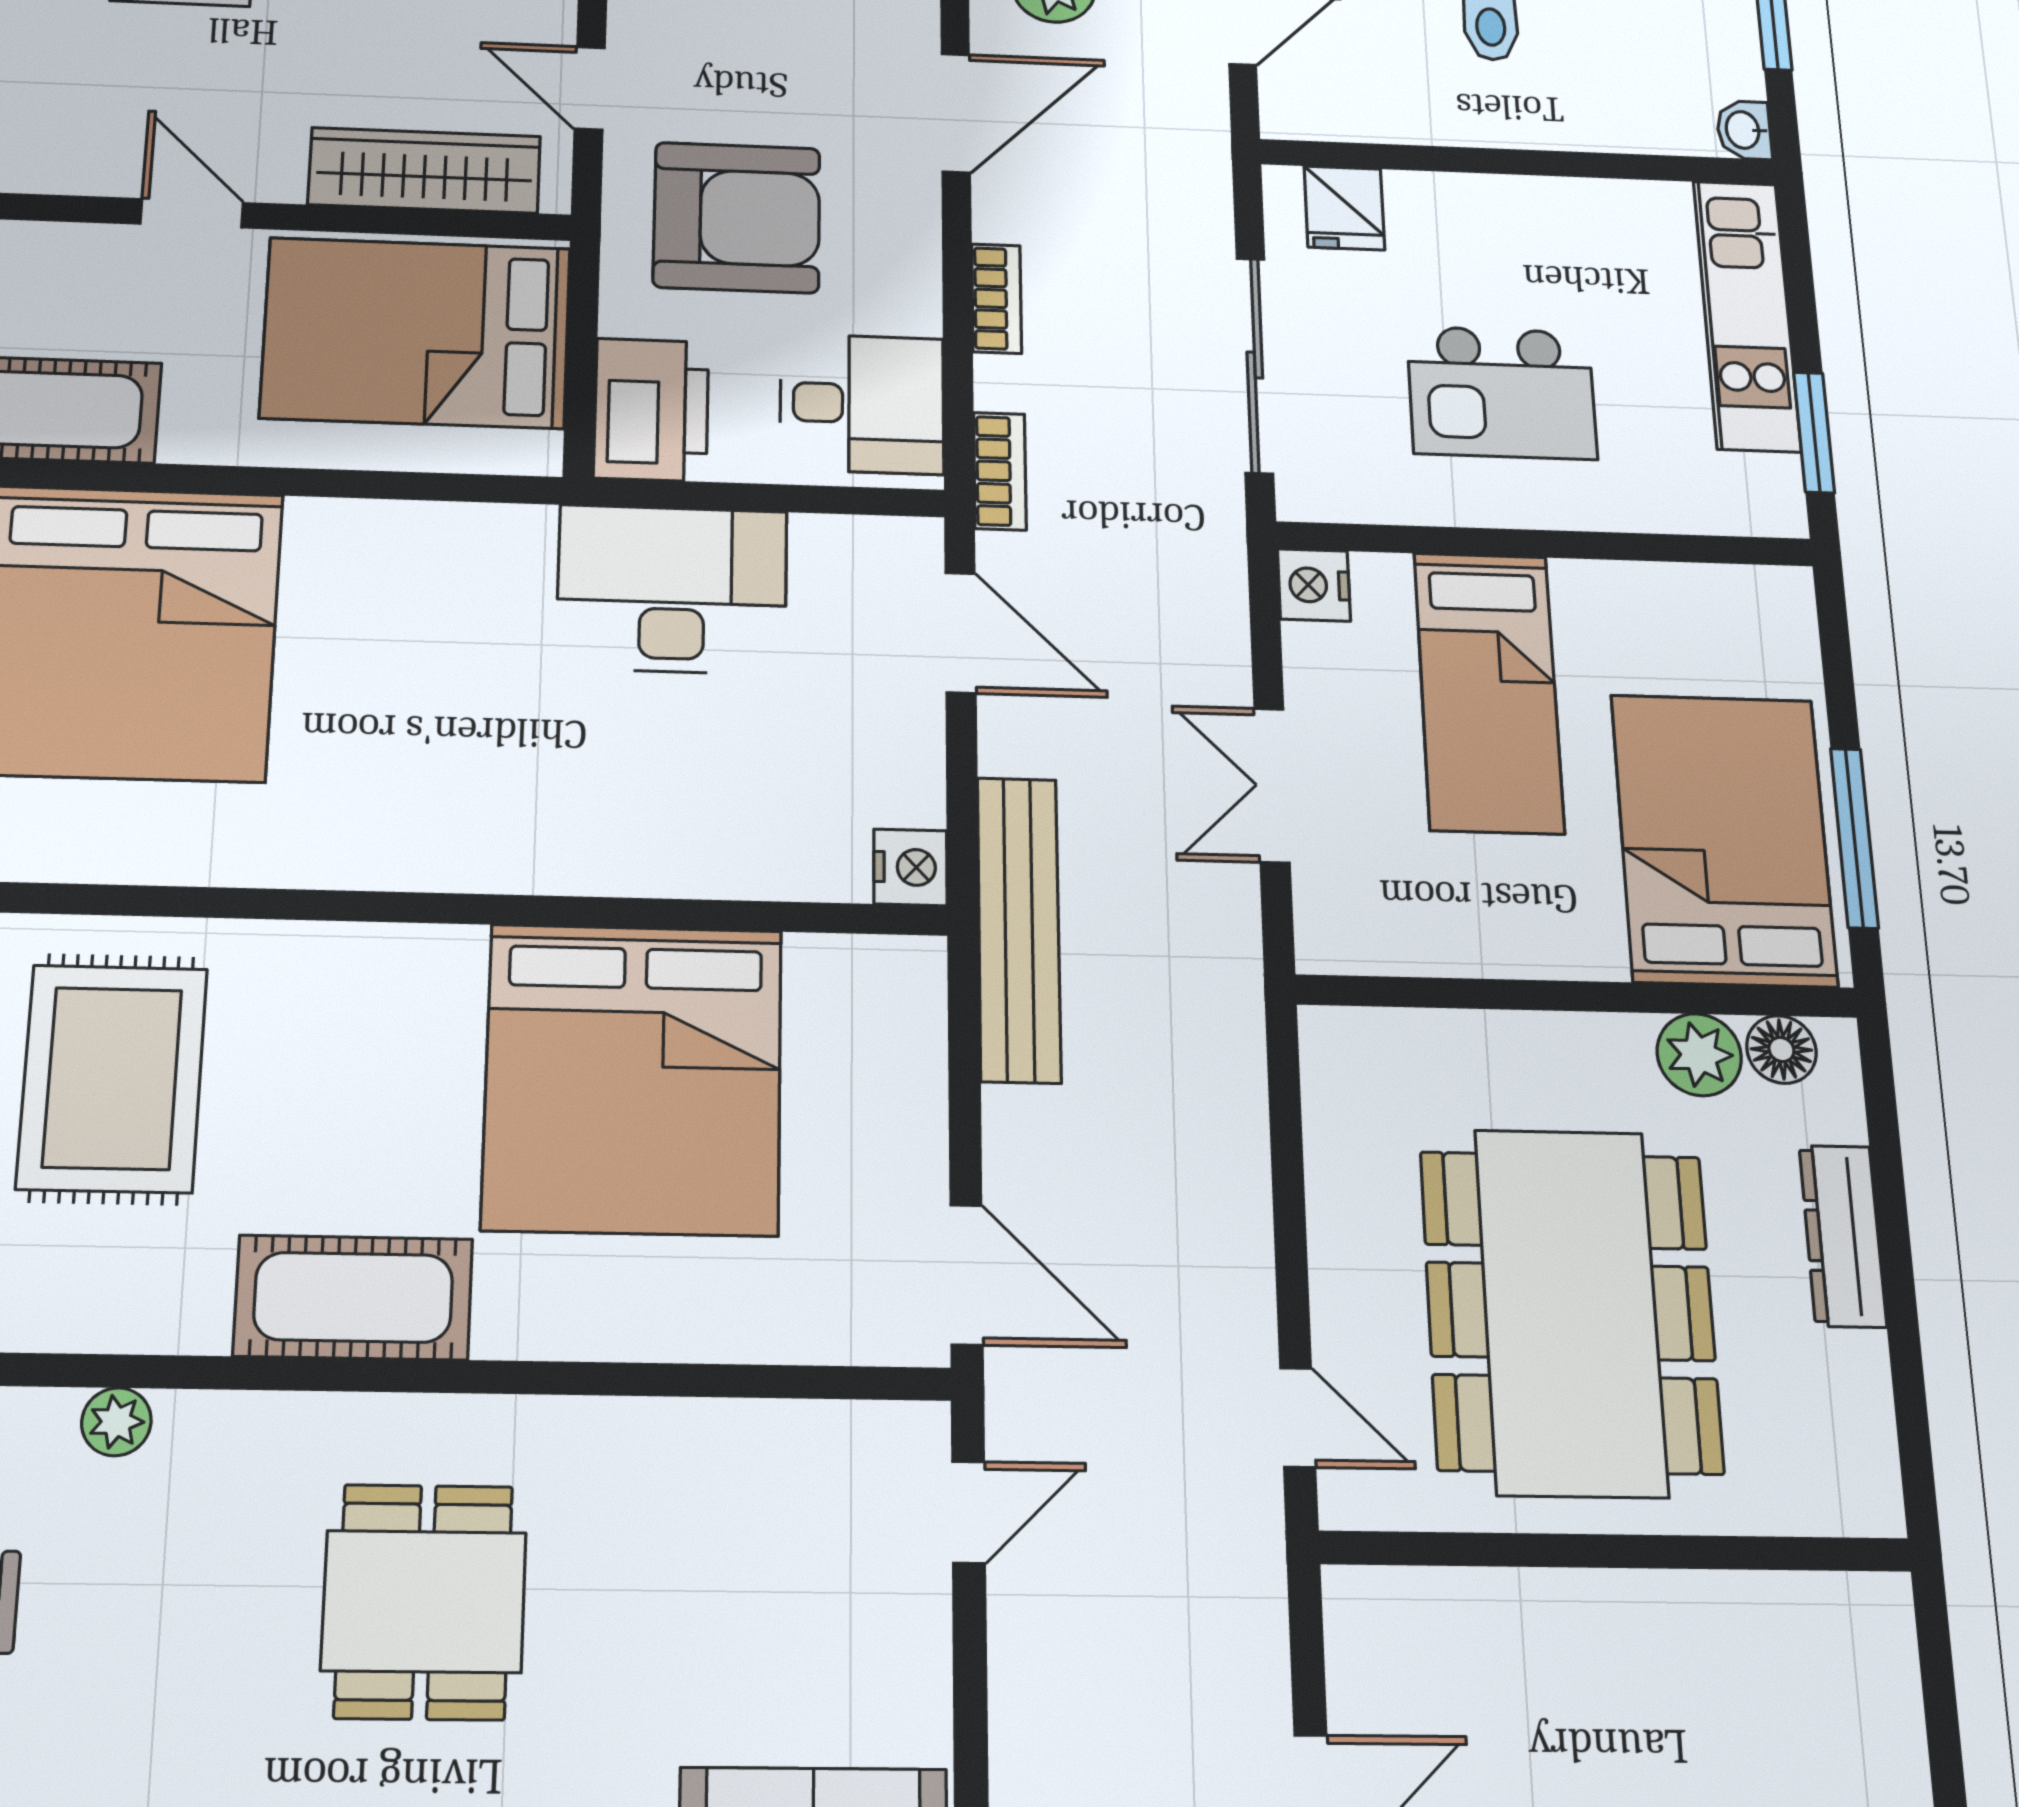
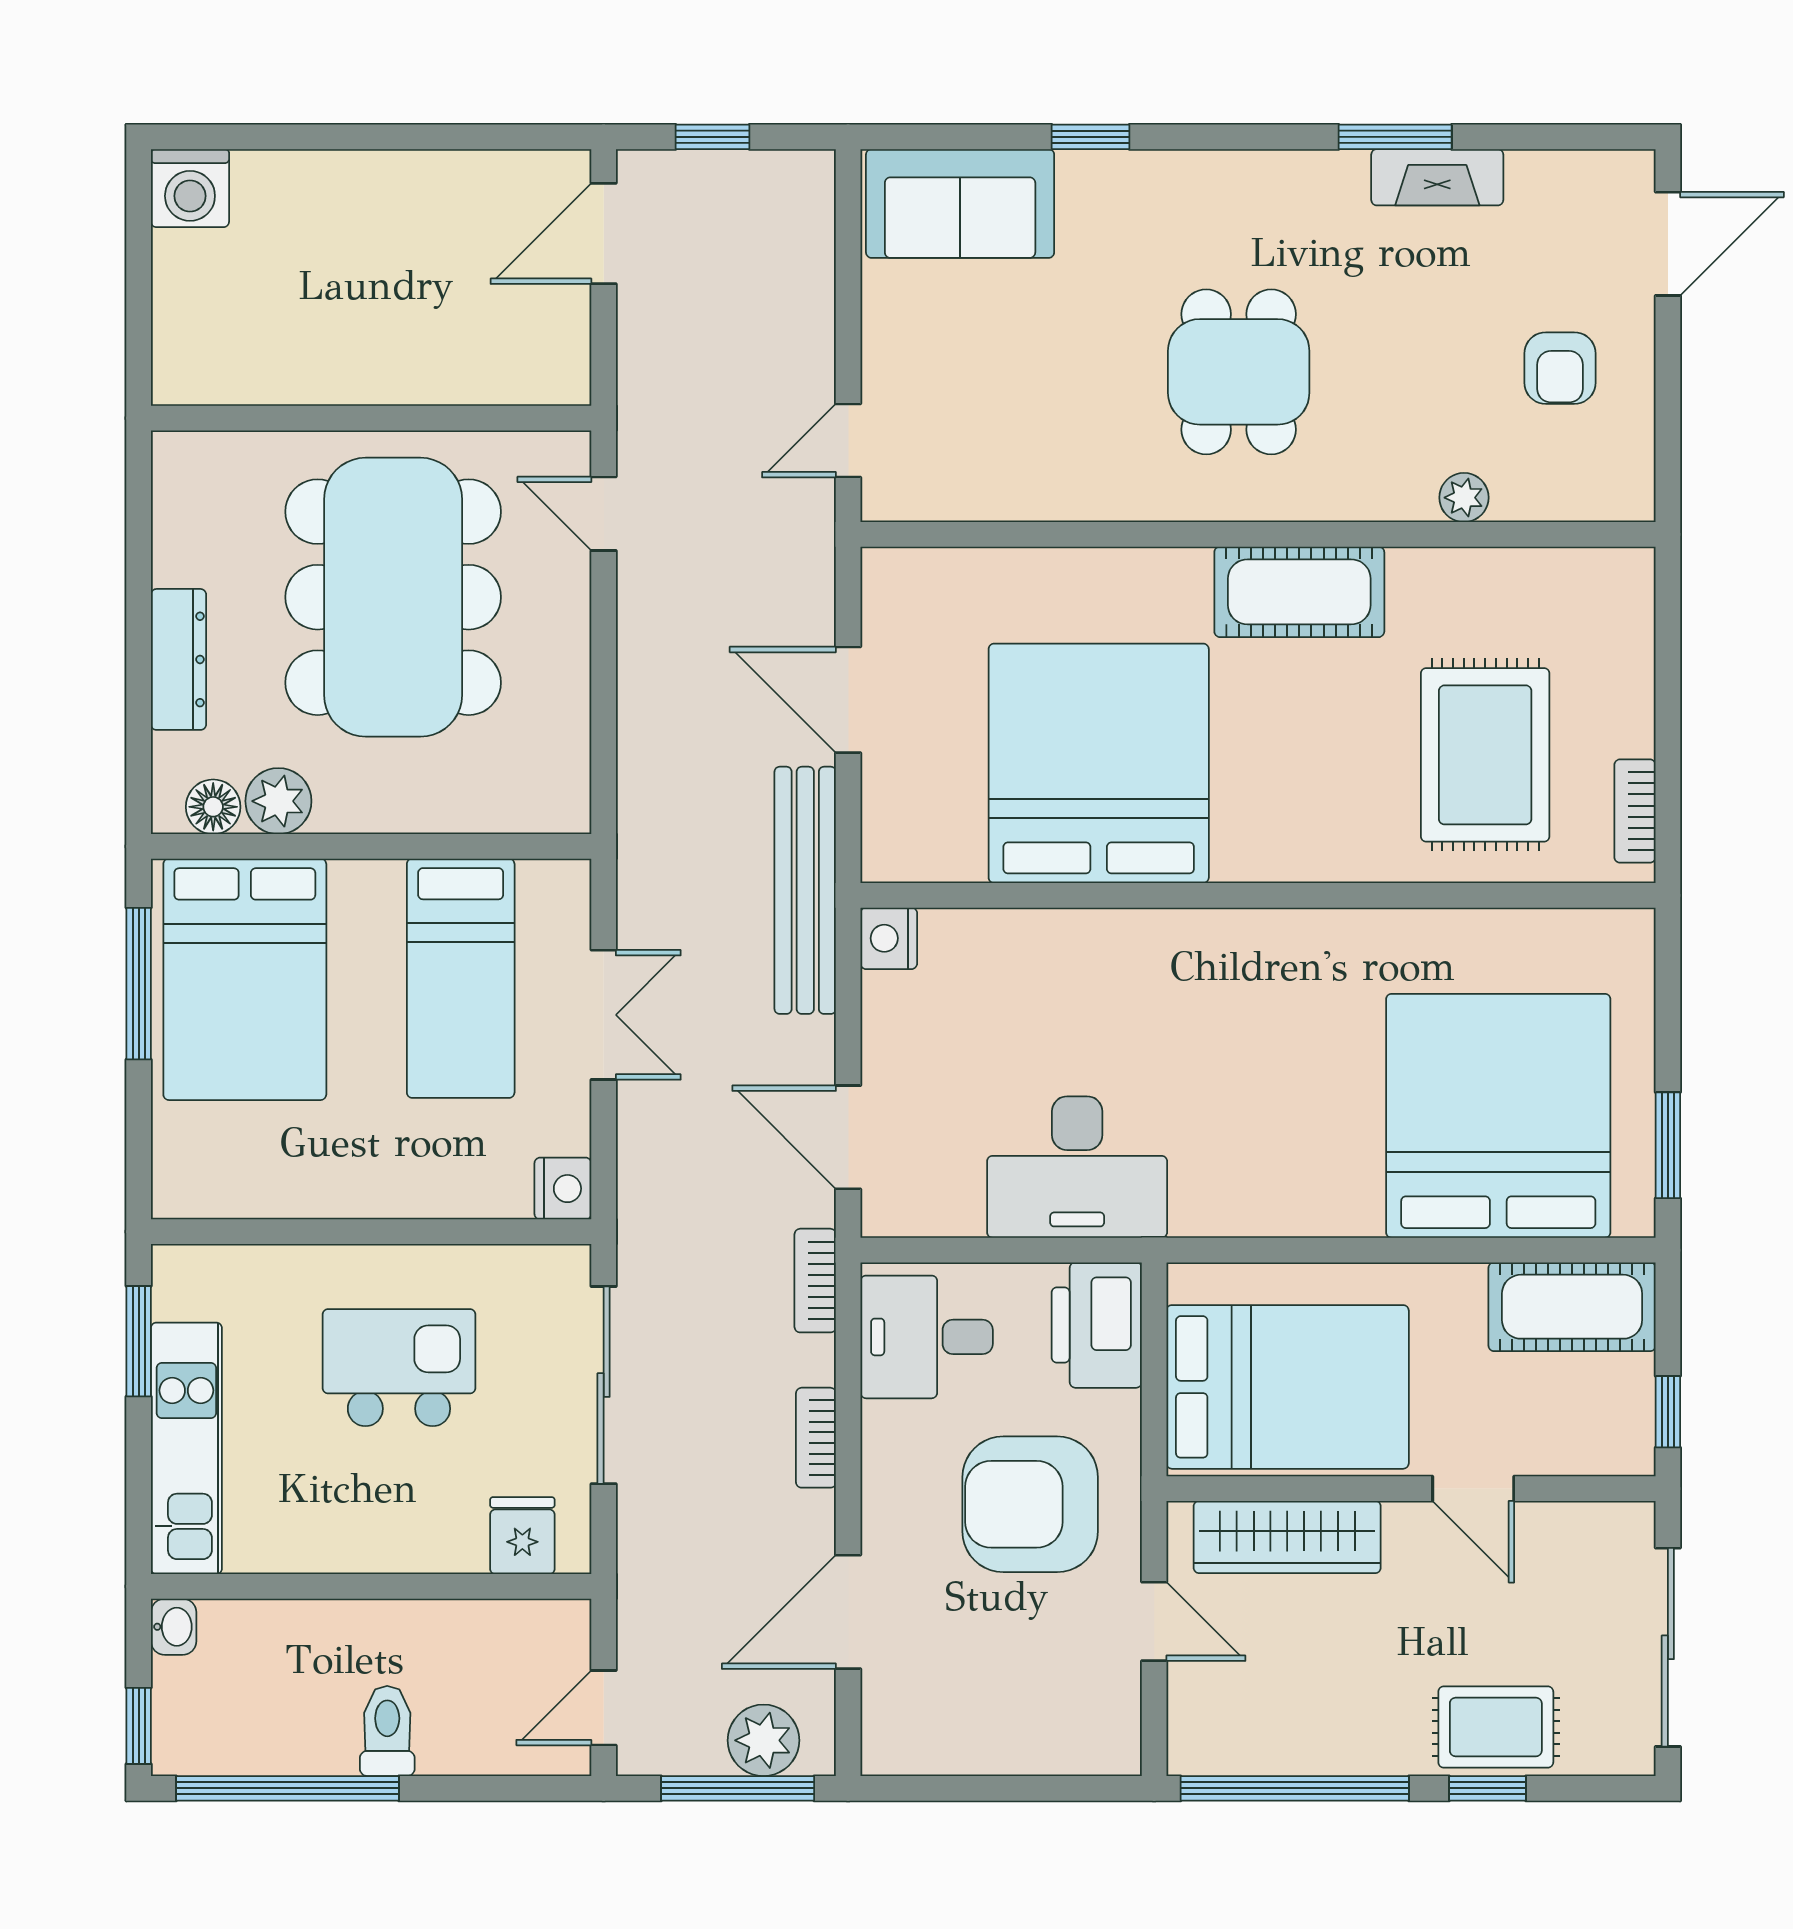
bed: (1489, 692) -> (461, 978), moved, turned 180
door: (966, 1275) -> (848, 700), moved

